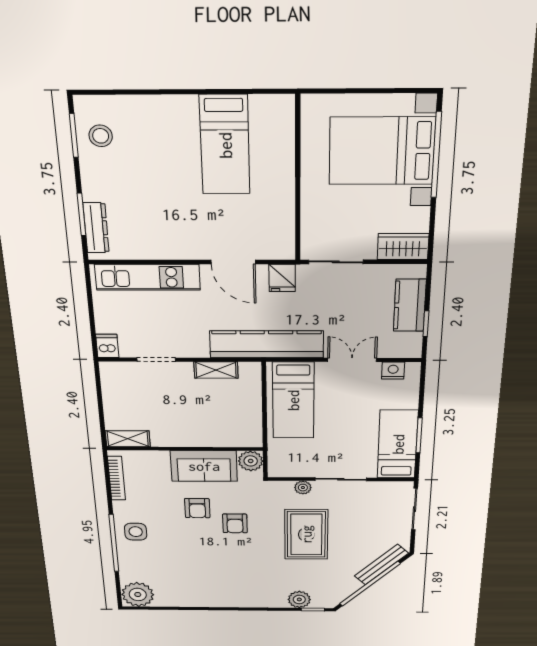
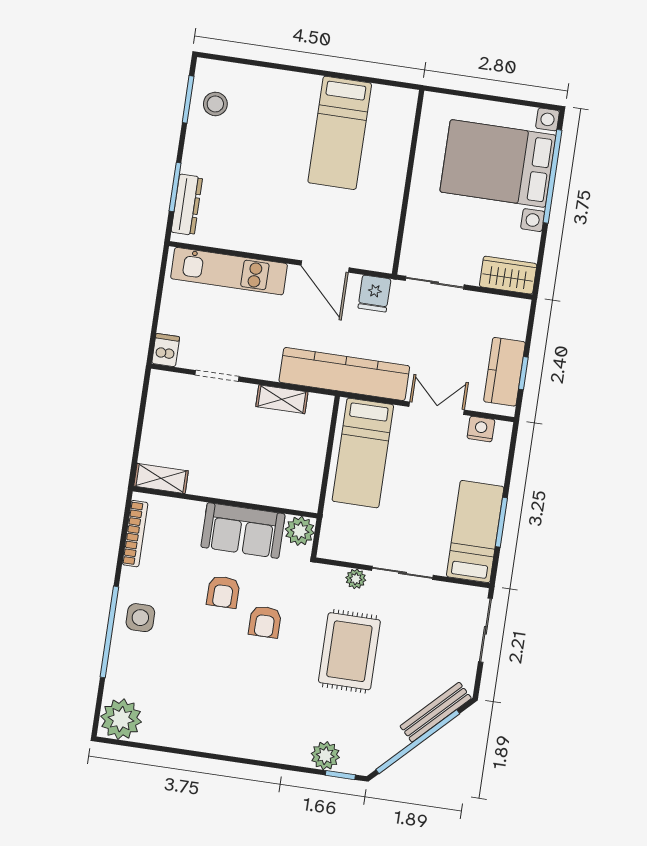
kitchen counter: (410, 305) -> (504, 372), moved

